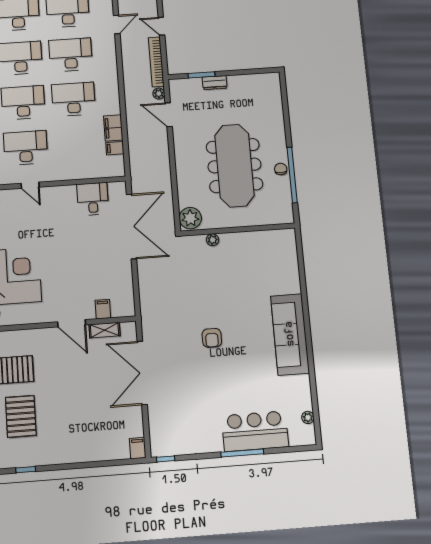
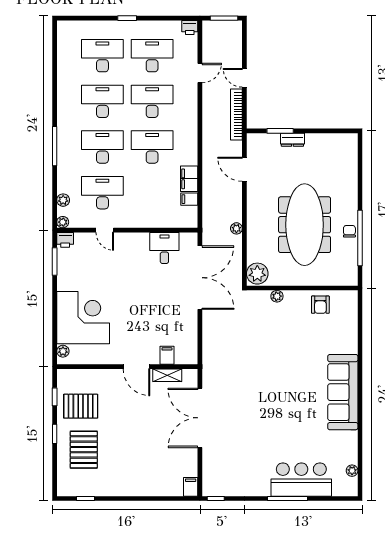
plant: (159, 94) -> (236, 228), moved
armchair: (212, 338) -> (320, 305), moved

